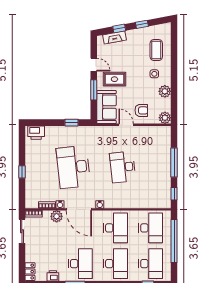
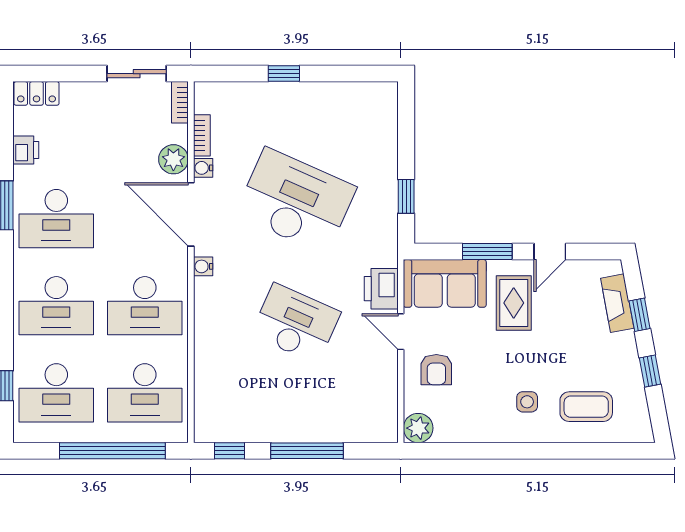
plant: (165, 91) -> (484, 428), removed
door: (126, 125) -> (401, 332), swing flipped
printer: (36, 133) -> (381, 289), moved
desk: (73, 167) -> (296, 201), turned 30
desk: (123, 167) -> (296, 323), turned 30
door: (79, 209) -> (191, 214), hinge flipped

